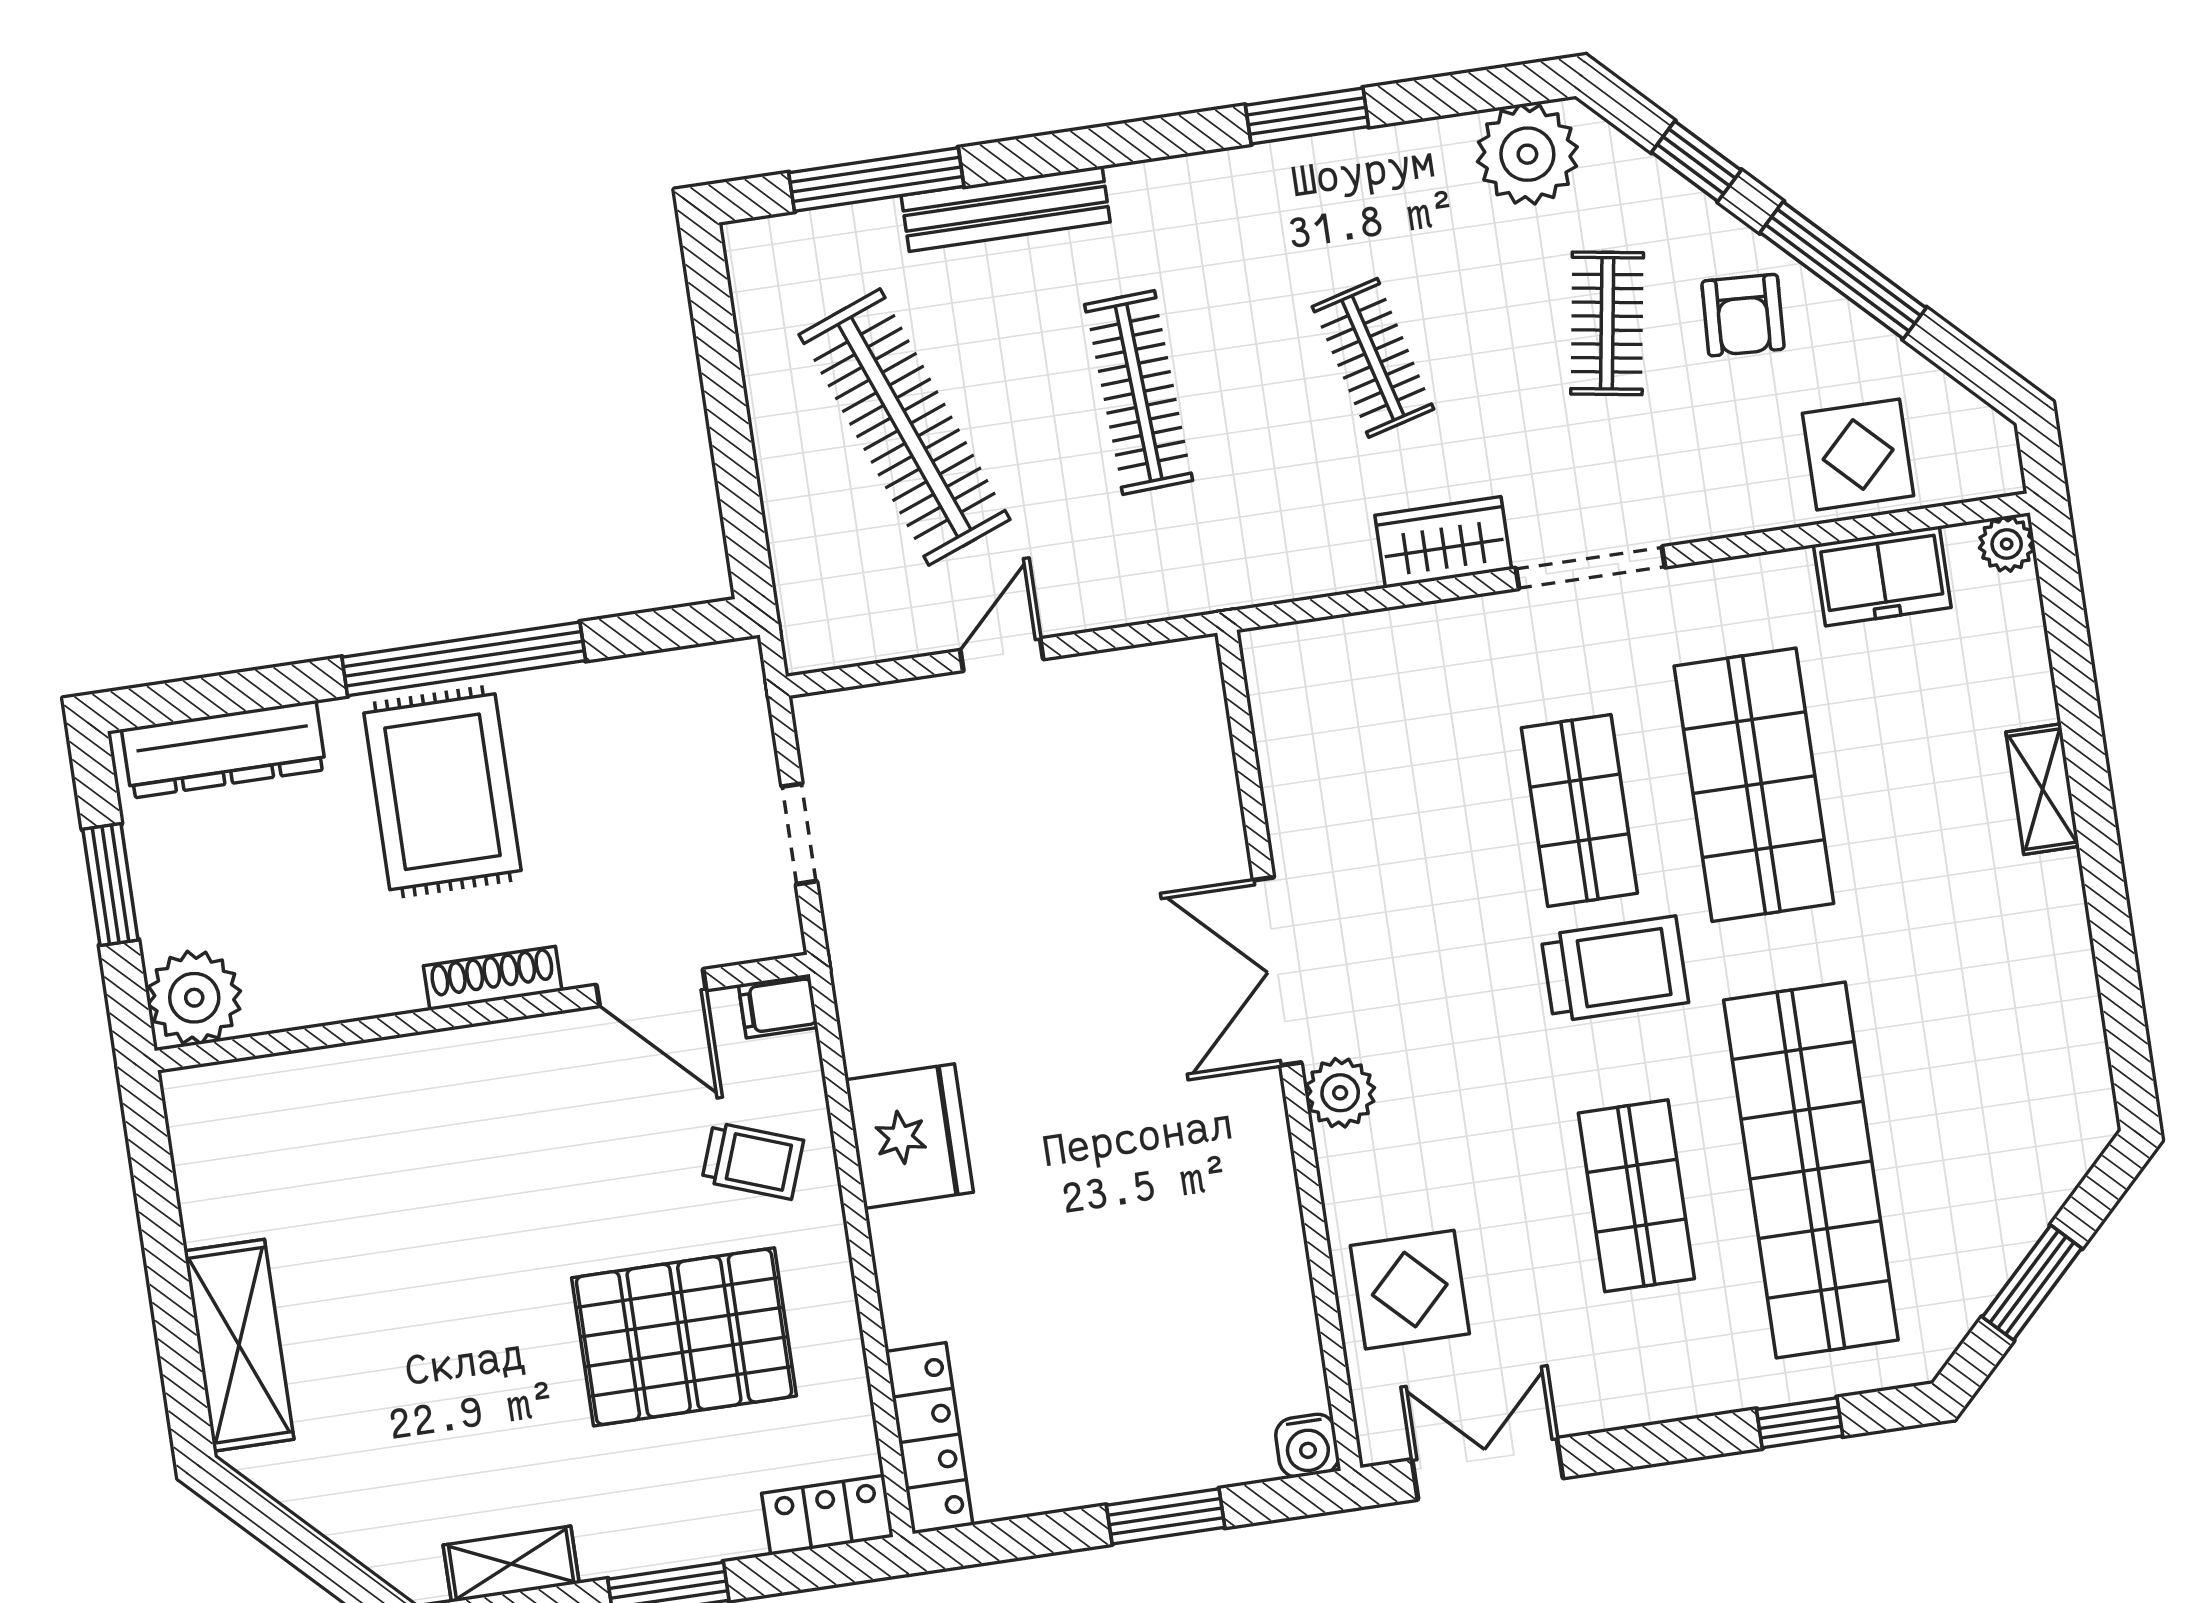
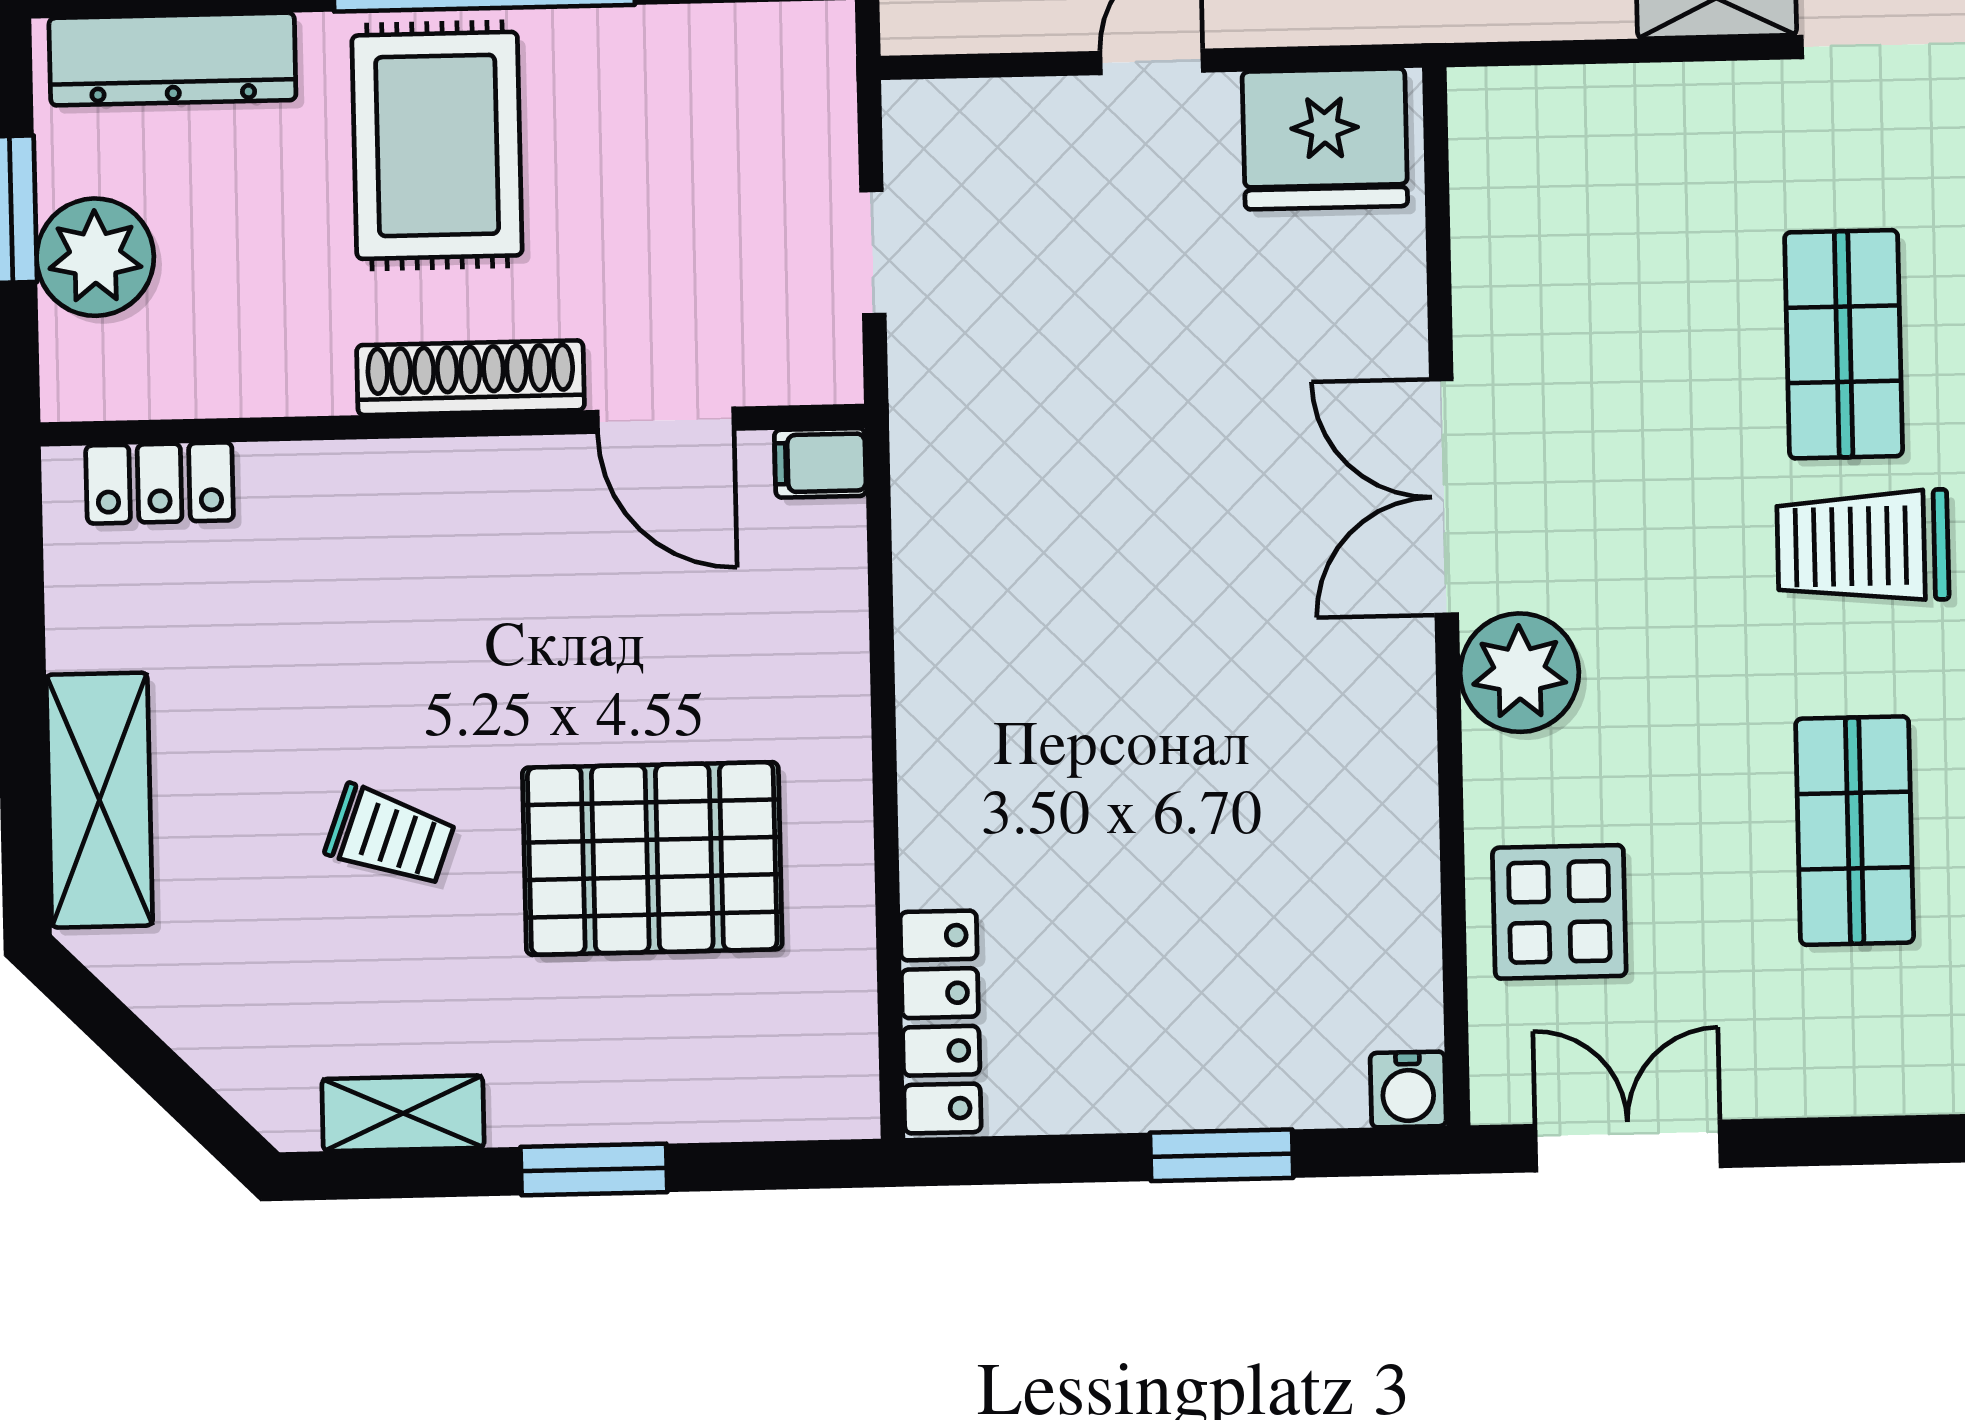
trolley: (1615, 969) -> (1863, 546), turned 180
shoe rack: (493, 978) -> (470, 378), width x1.36, depth x1.24
plant: (194, 998) -> (95, 257), moved
plant: (1340, 1093) -> (1519, 673), width x1.36, depth x1.36
fridge: (909, 1136) -> (1325, 139), moved, turned 90
trolley: (753, 1161) -> (390, 836), moved
locker: (827, 1515) -> (160, 483), moved, turned 180

